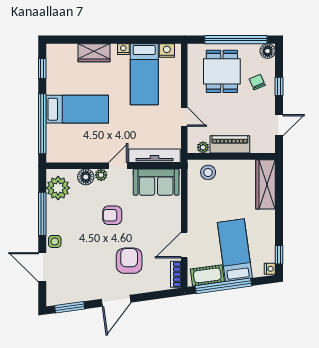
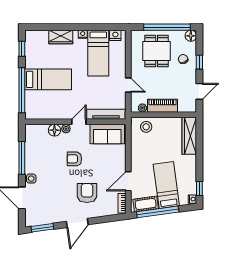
plant: (58, 188) -> (34, 138), removed

